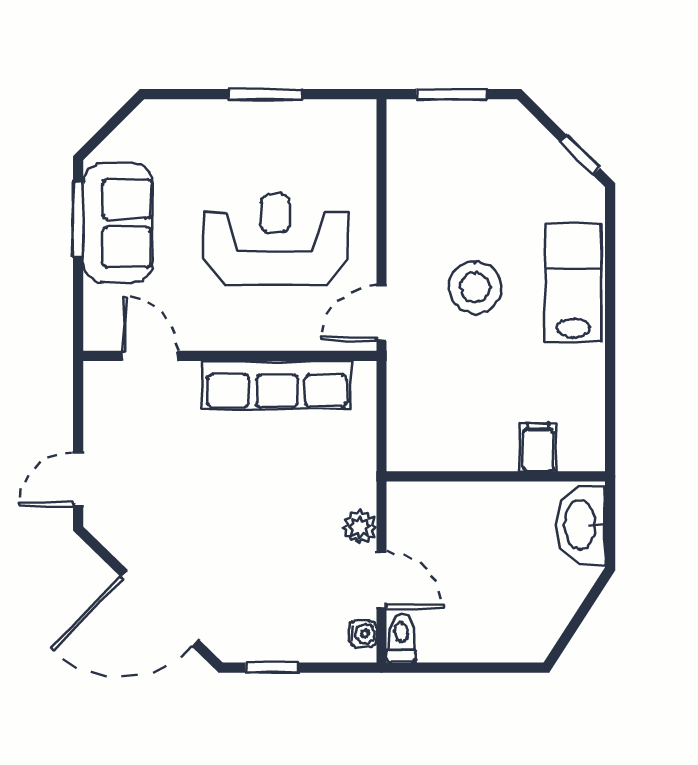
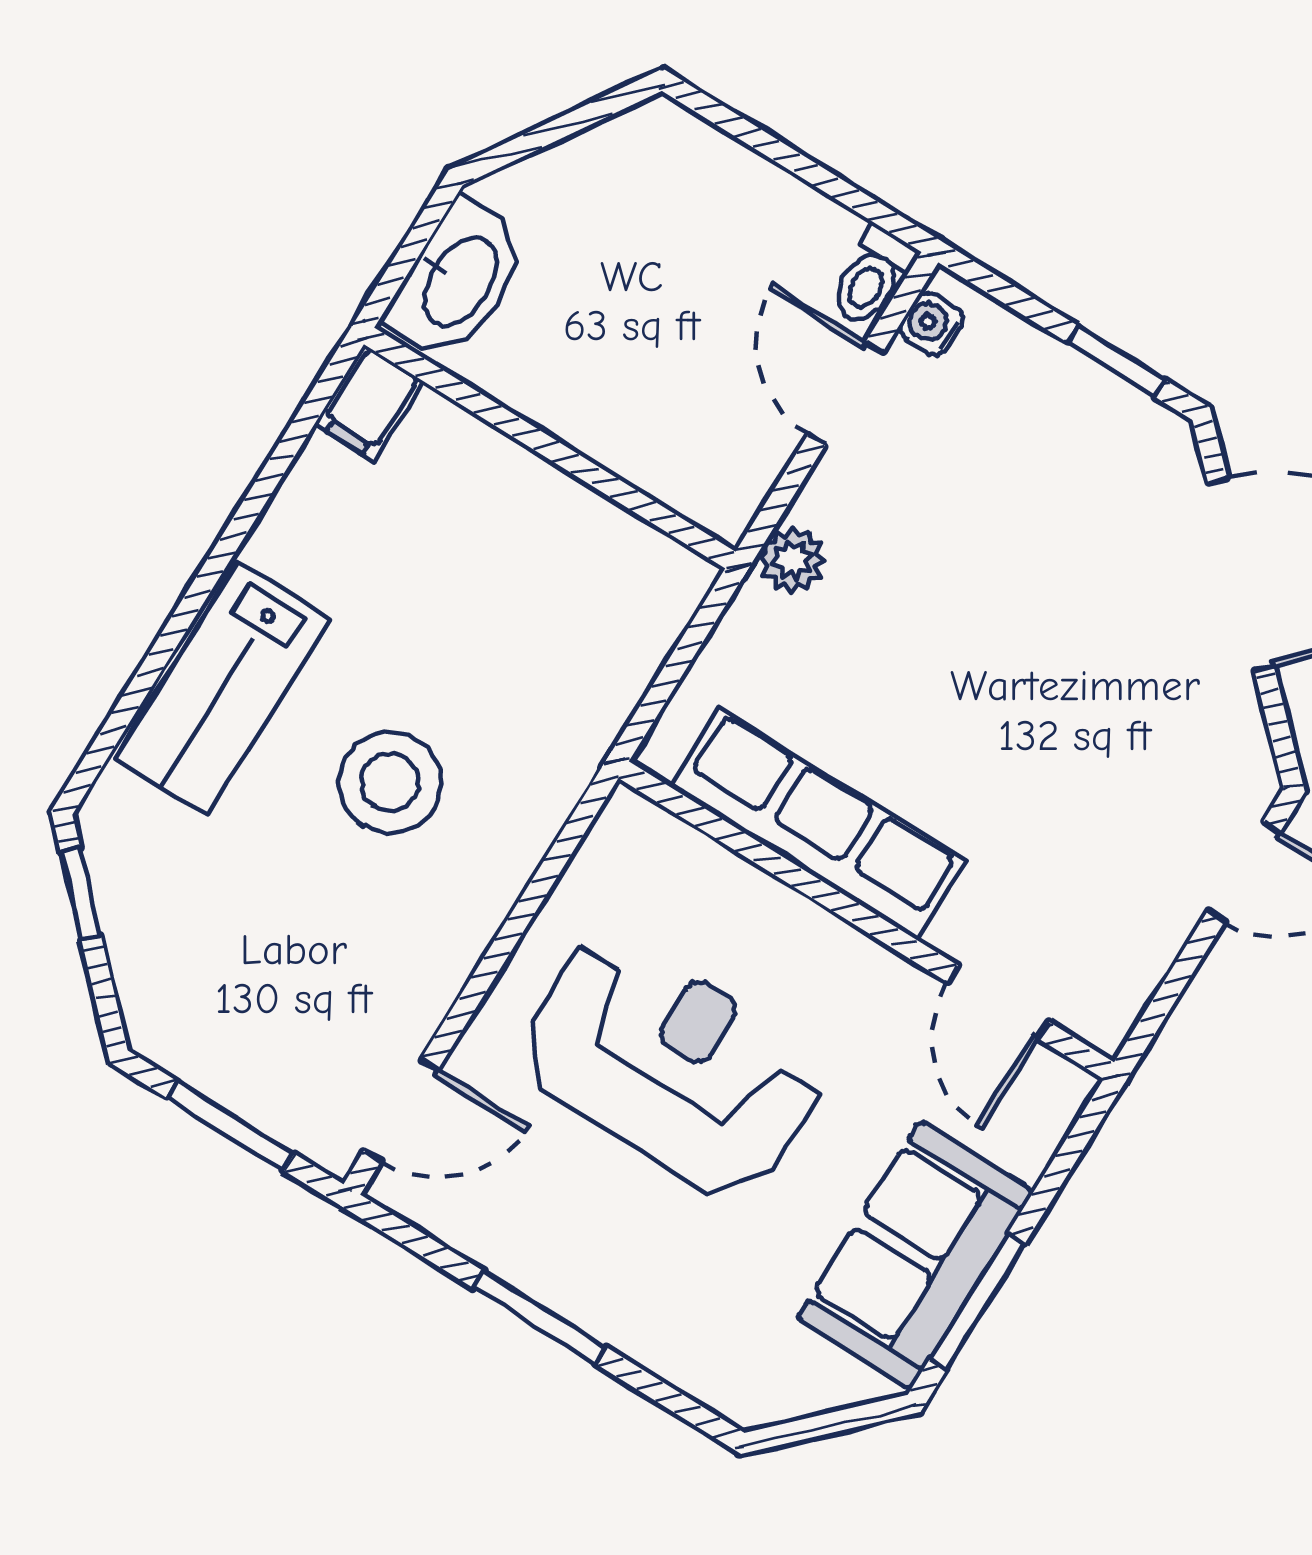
reception desk: (276, 240) -> (671, 1066), turned 180
door: (382, 313) -> (401, 1110), moved
filing cabinet: (538, 447) -> (369, 403), moved
plant: (360, 527) -> (792, 560), moved

